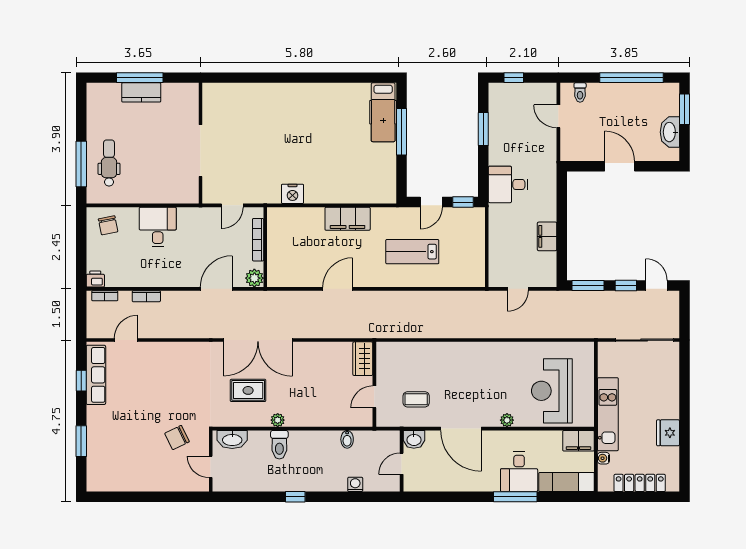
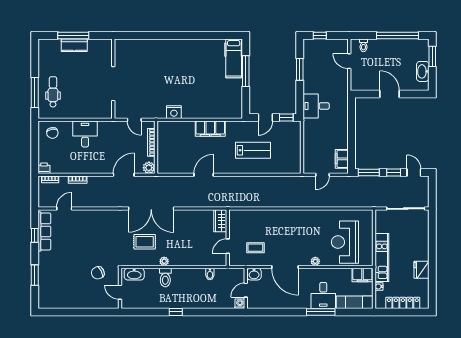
door: (232, 205) -> (134, 120), hinge flipped
filing cabinet: (547, 236) -> (342, 159), moved
lab bench: (412, 252) -> (253, 150), turned 180
washing machine: (355, 484) -> (240, 304), moved

